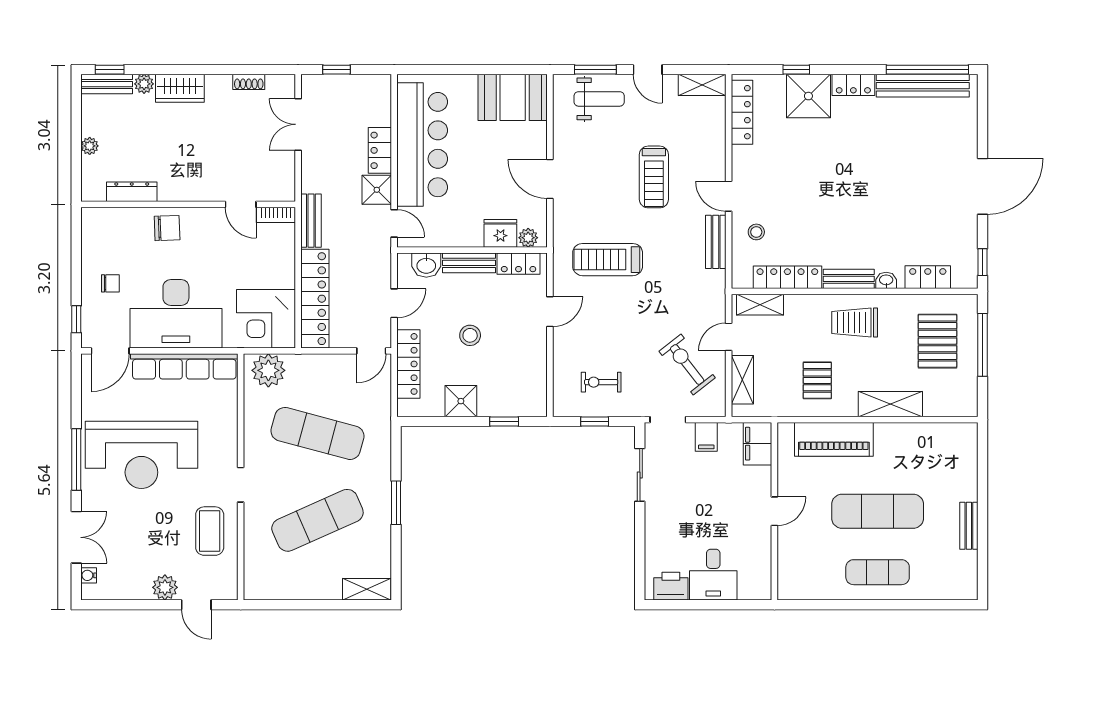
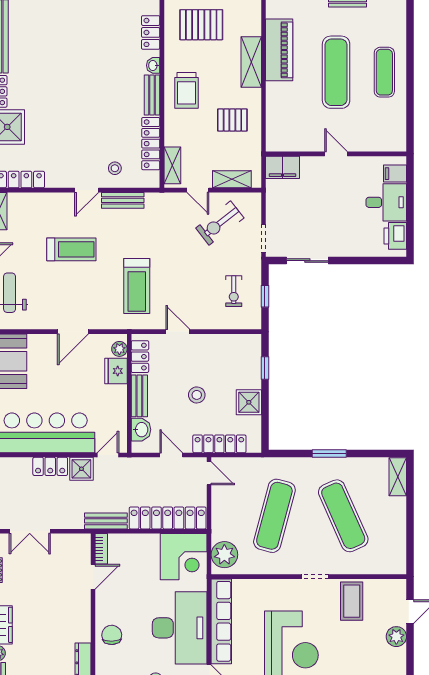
filing cabinet: (706, 437) -> (395, 174), moved, turned 180
piano: (834, 439) -> (279, 50), moved
coffee table: (210, 531) -> (352, 601), turned 90

